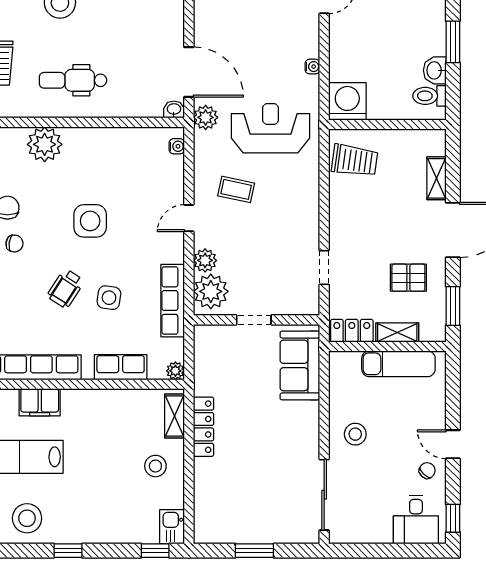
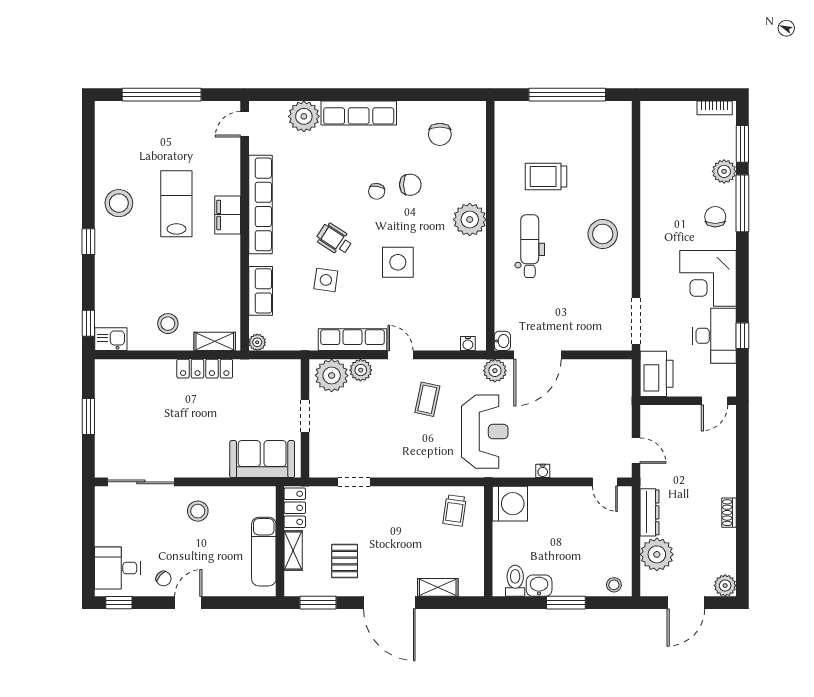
trolley: (355, 160) -> (455, 510), width x0.73, depth x0.72
row of seats: (173, 301) -> (353, 340), moved

